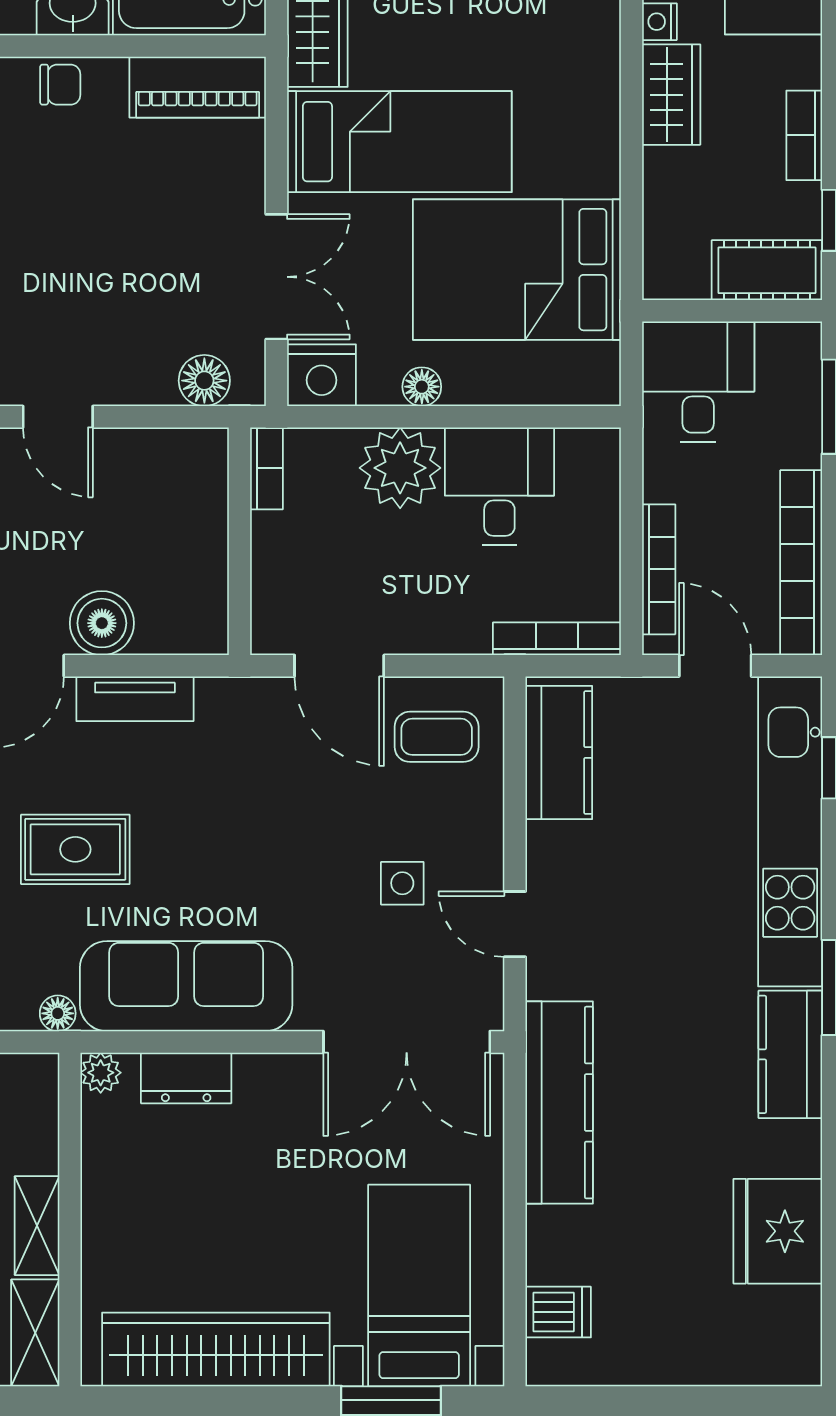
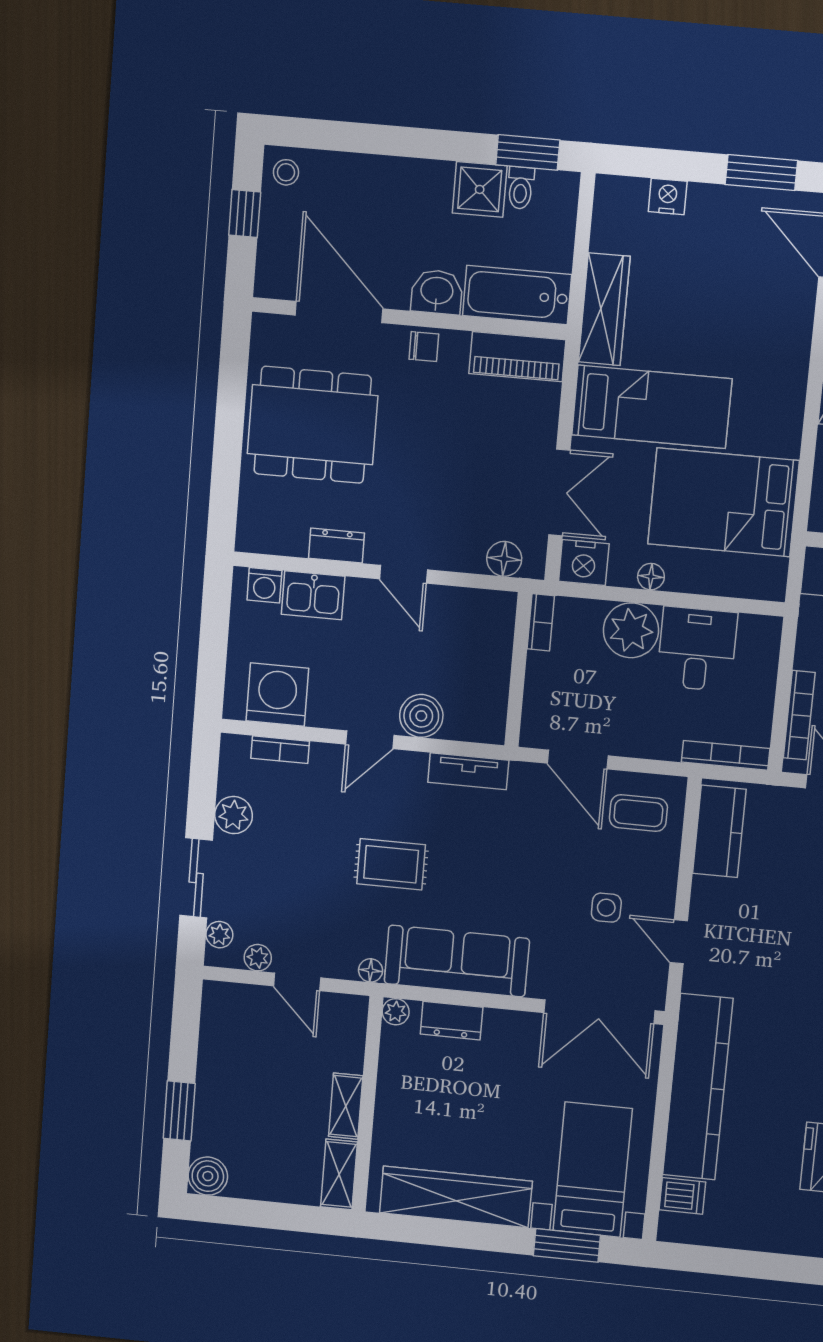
tv unit: (135, 699) -> (468, 771), moved
kitchen counter: (559, 1103) -> (698, 1087), width x1.39, depth x1.17

